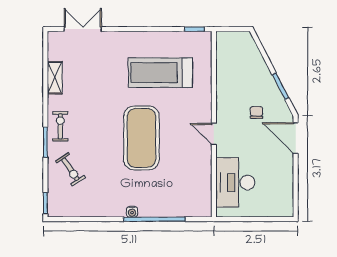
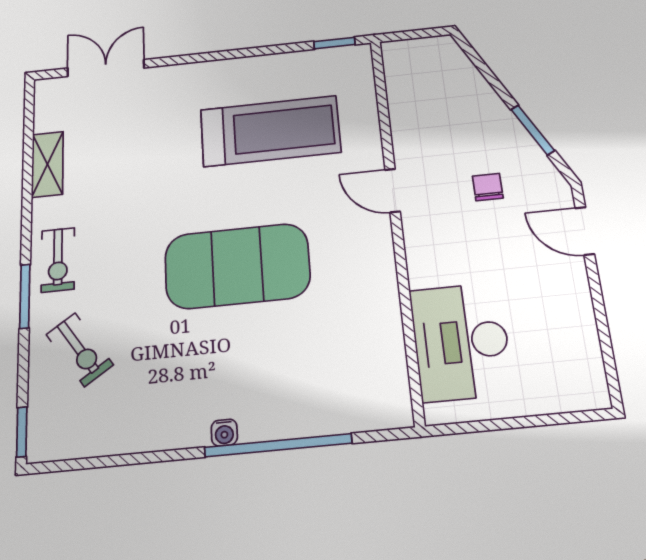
treadmill: (160, 73) -> (270, 131), turned 180
exercise bike: (60, 126) -> (58, 260), turned 180
door: (214, 134) -> (393, 191), moved
exercise mat: (141, 138) -> (237, 266), turned 90
door: (296, 138) -> (585, 231), width x0.73

